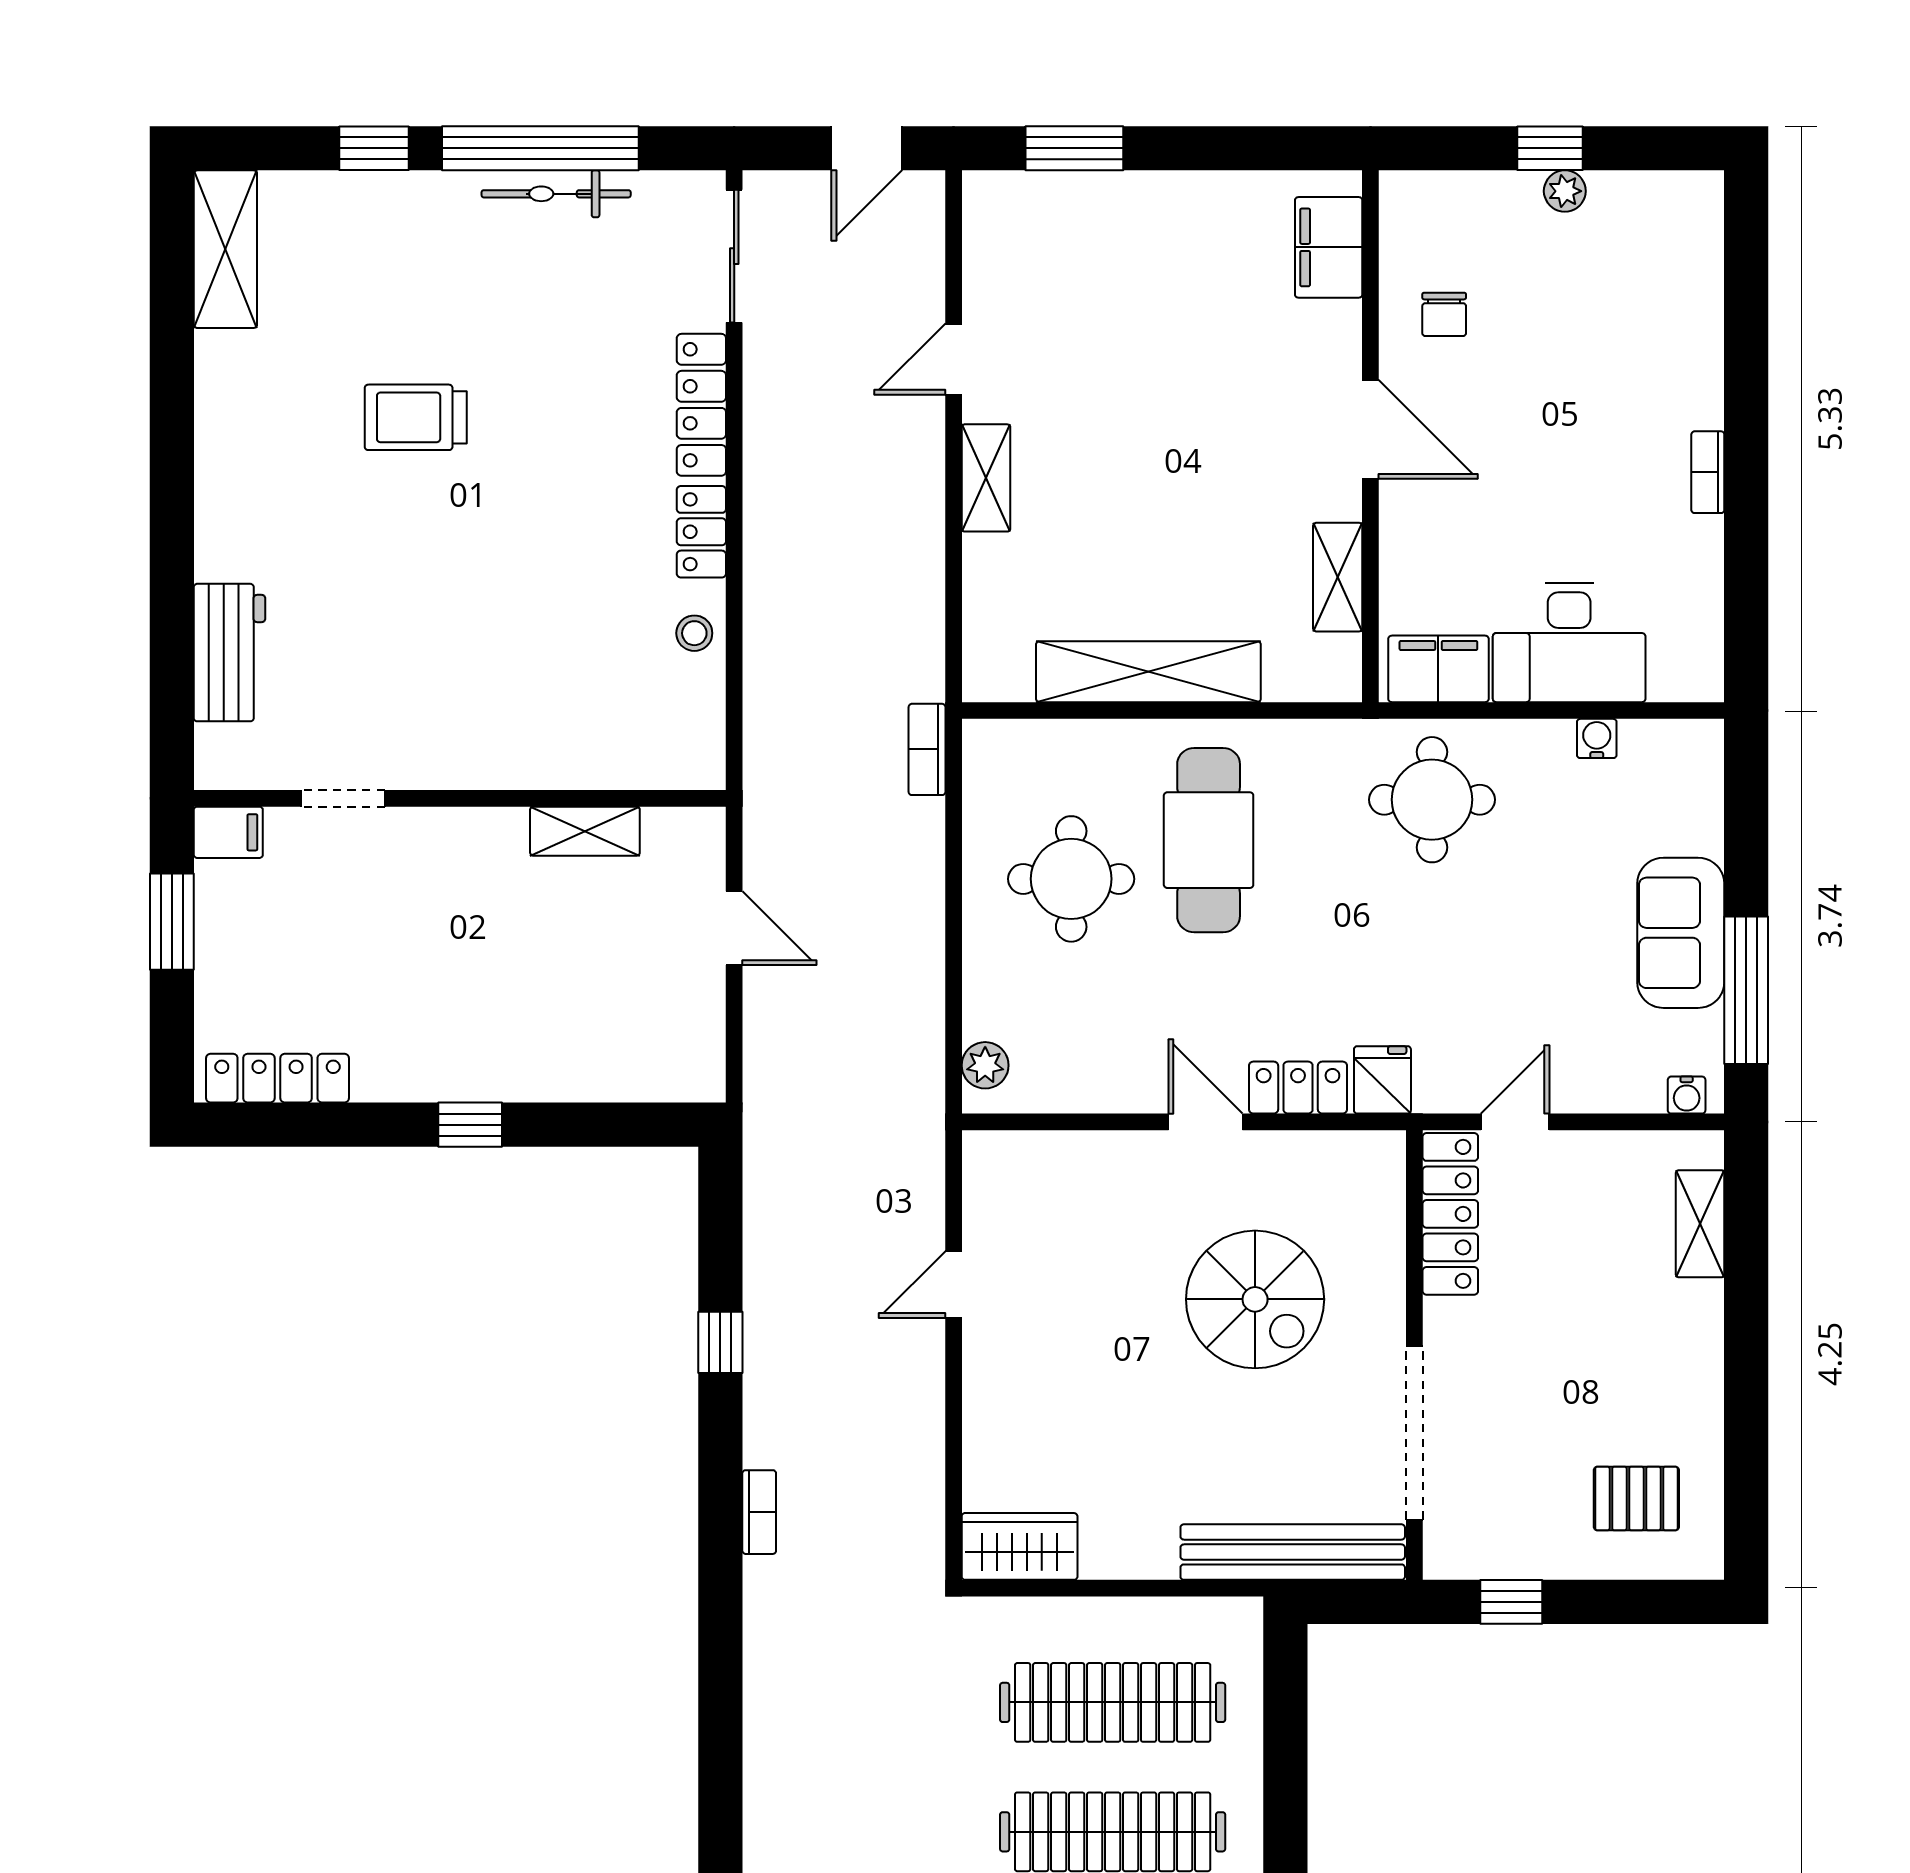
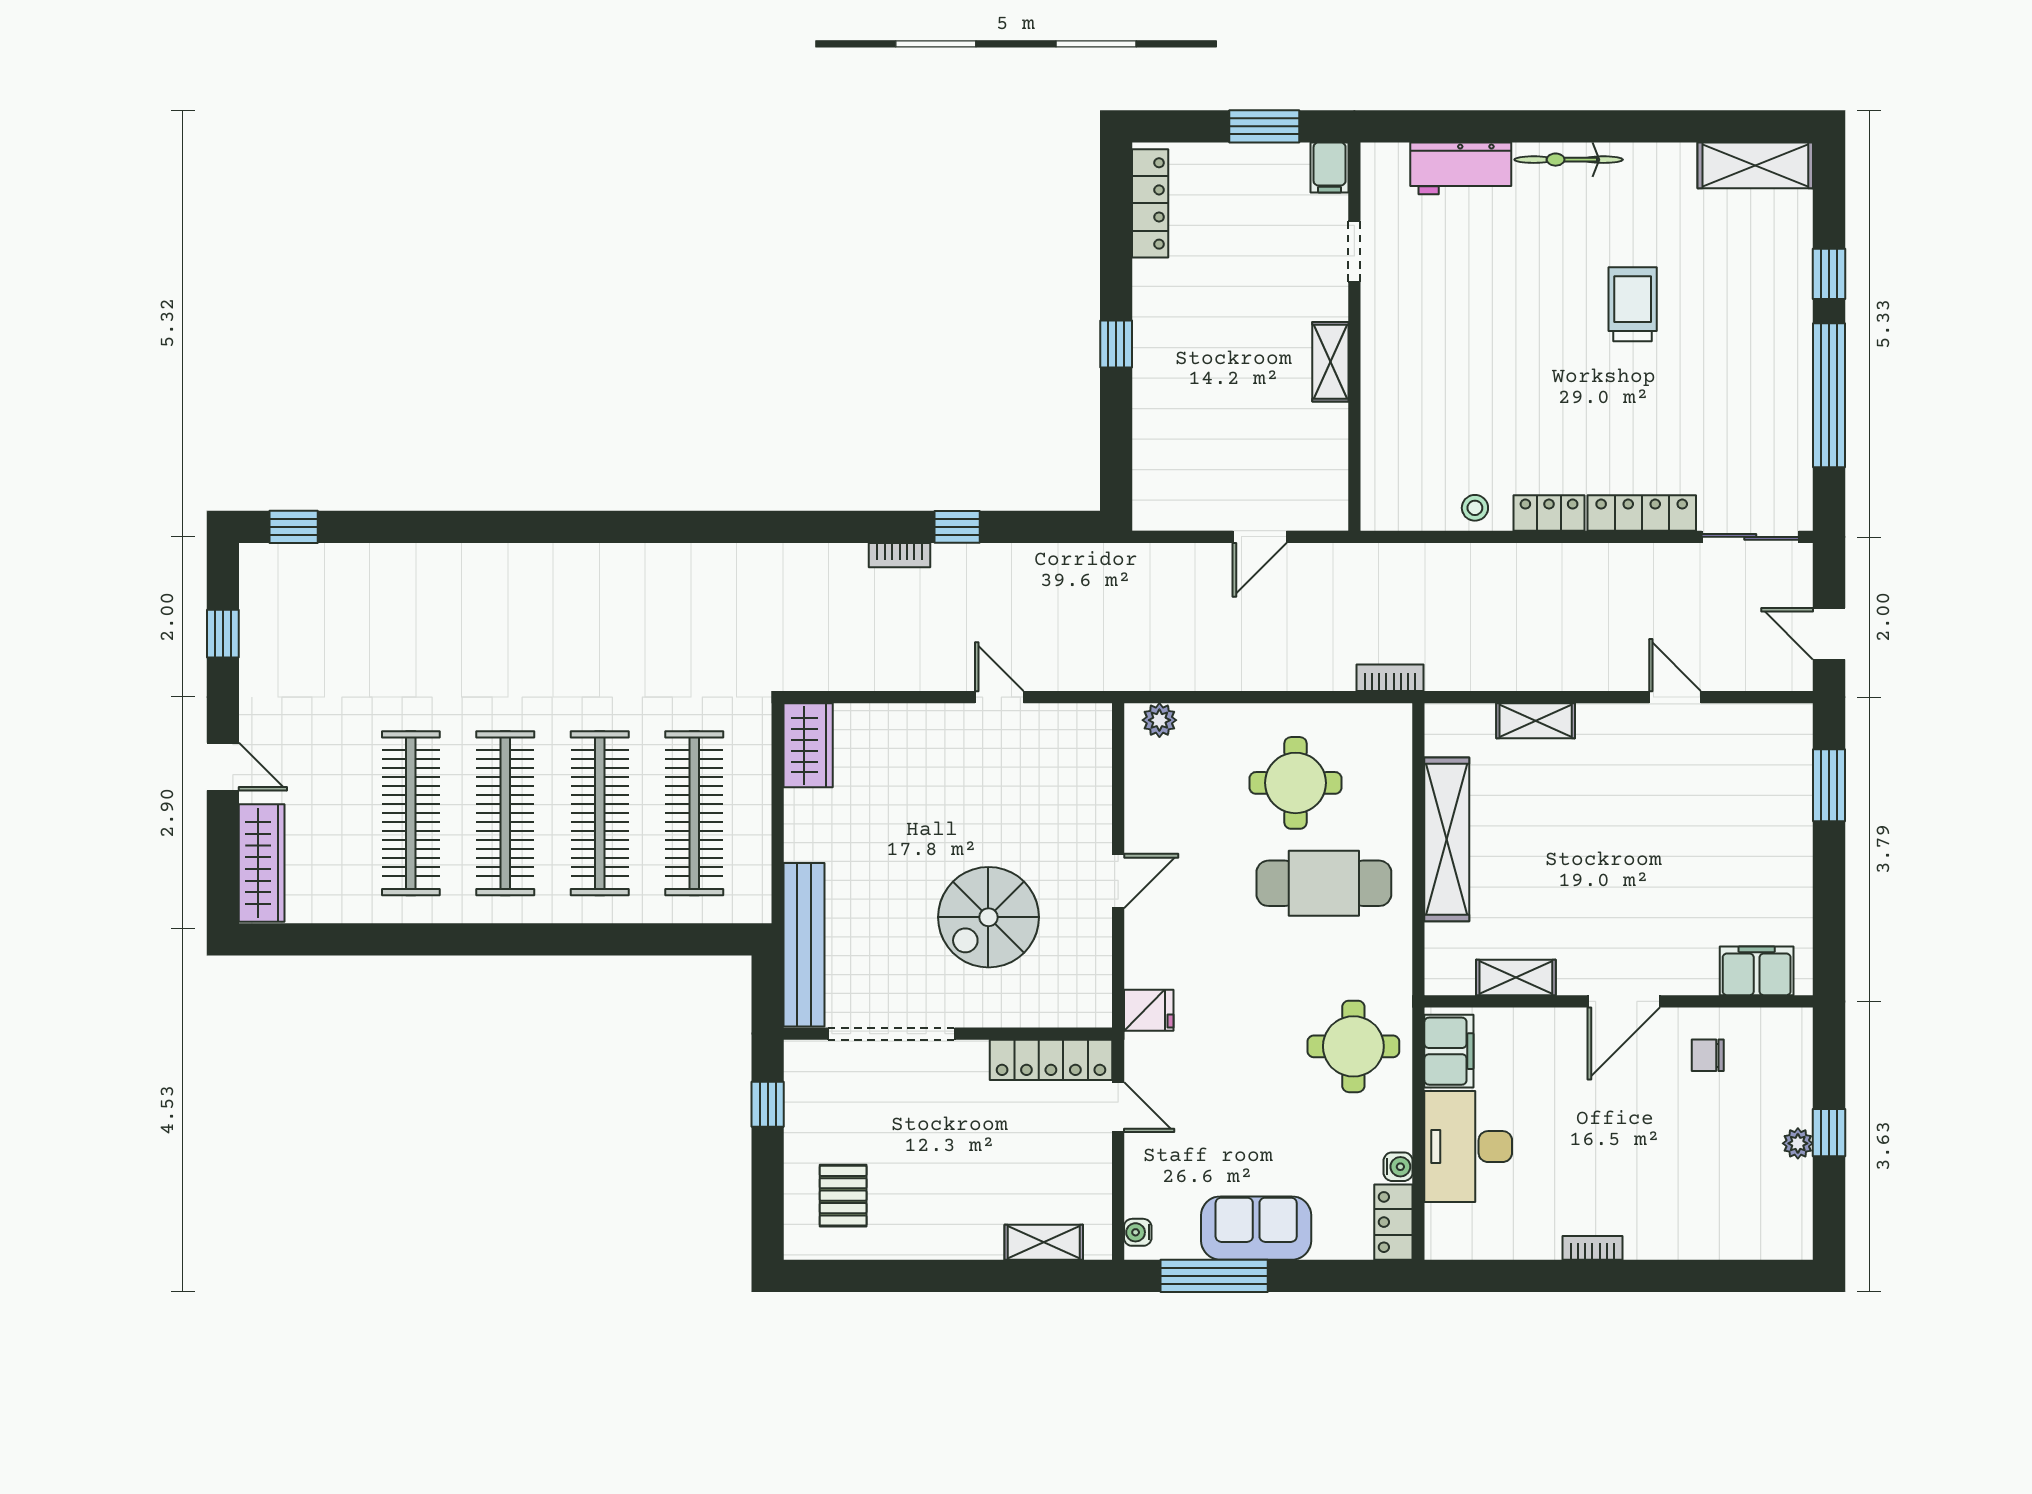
bicycle: (556, 194) -> (1569, 160), moved, turned -90
shelving: (986, 478) -> (1536, 721), moved
shelving: (585, 831) -> (1330, 362), moved
locker: (1298, 1088) -> (1393, 1222), moved, turned 180
bookcase: (759, 1512) -> (900, 555), moved

